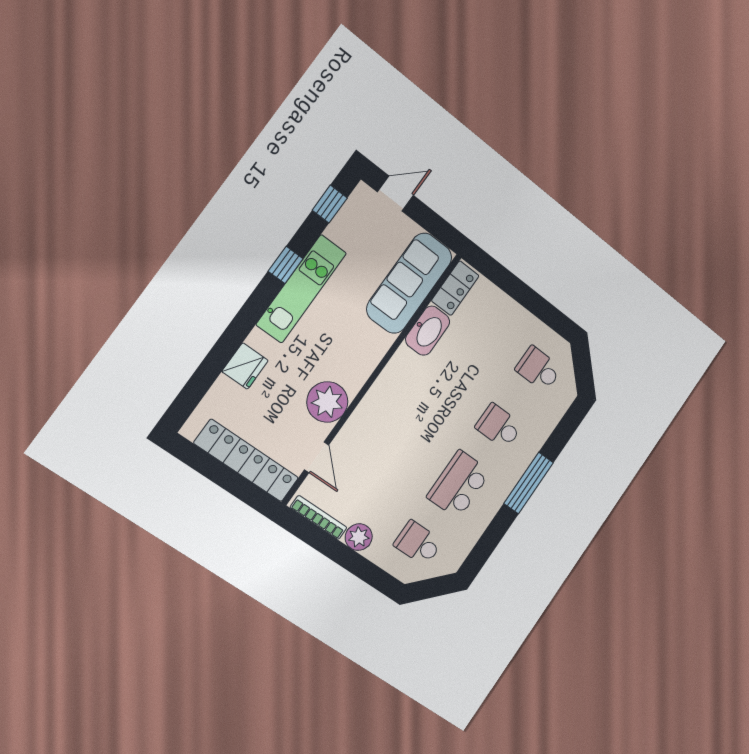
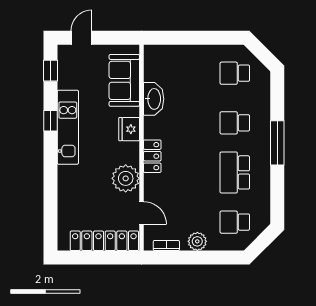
sofa: (409, 283) -> (124, 80), width x0.73
locker: (455, 288) -> (152, 156), moved
fridge: (245, 366) -> (129, 129), moved, turned 180
bookcase: (319, 517) -> (166, 245), width x0.64

